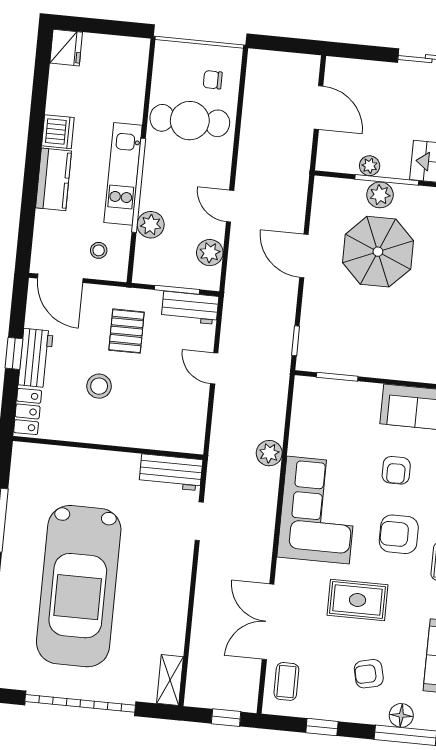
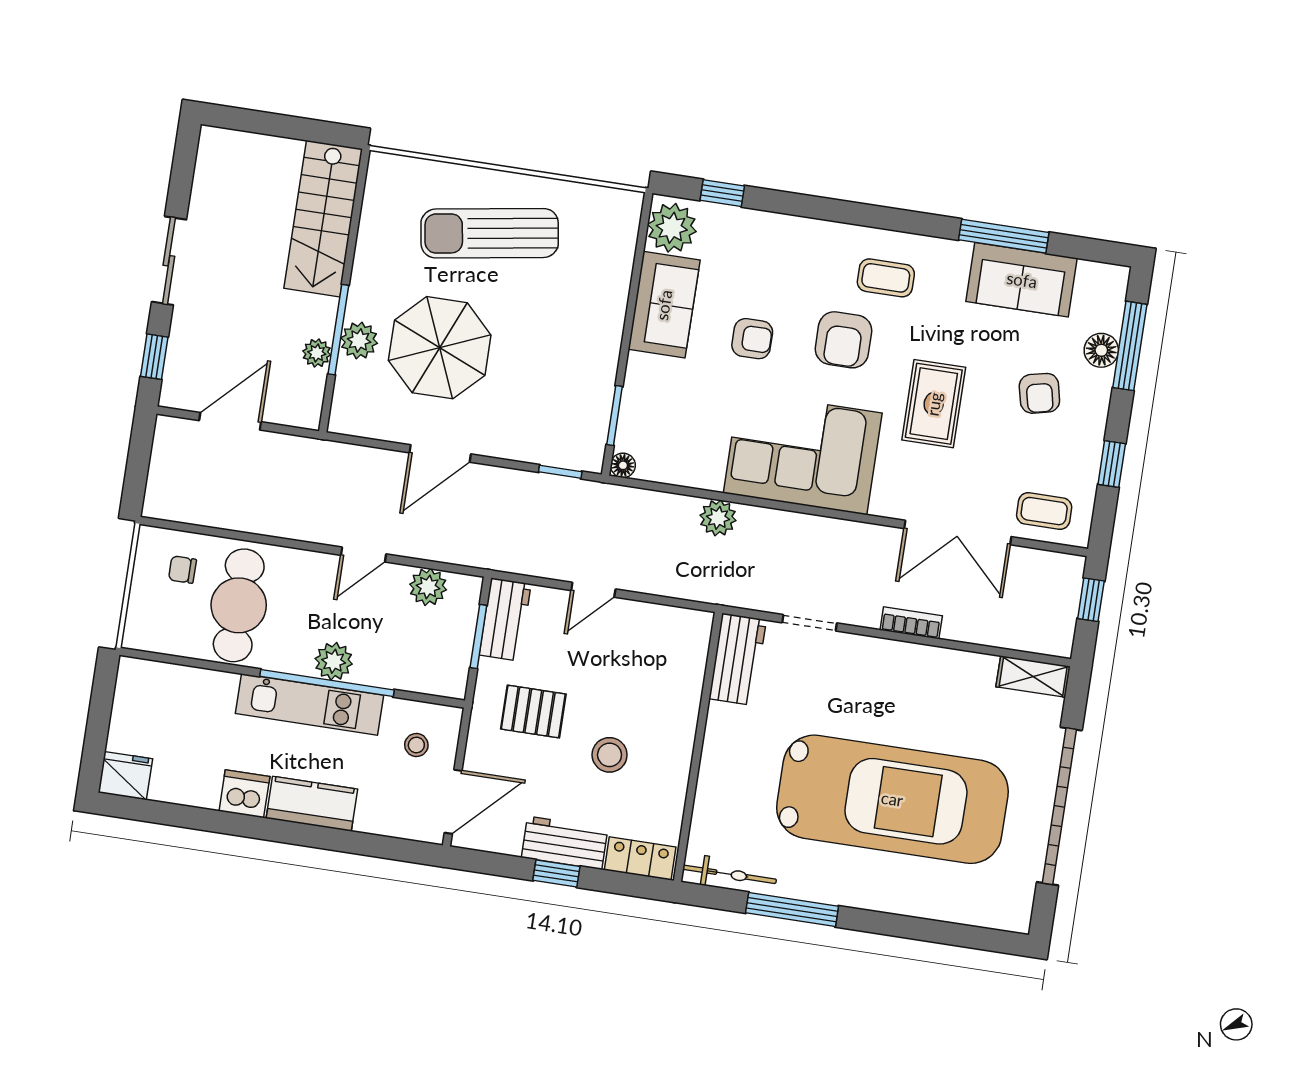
window: (361, 52) -> (154, 357), added
chair: (213, 80) -> (182, 570), turned 90
plant: (151, 225) -> (334, 661), moved
floor lamp: (302, 385) -> (623, 465), added
bicycle: (20, 475) -> (730, 874), added
bookcase: (203, 593) -> (911, 623), added

